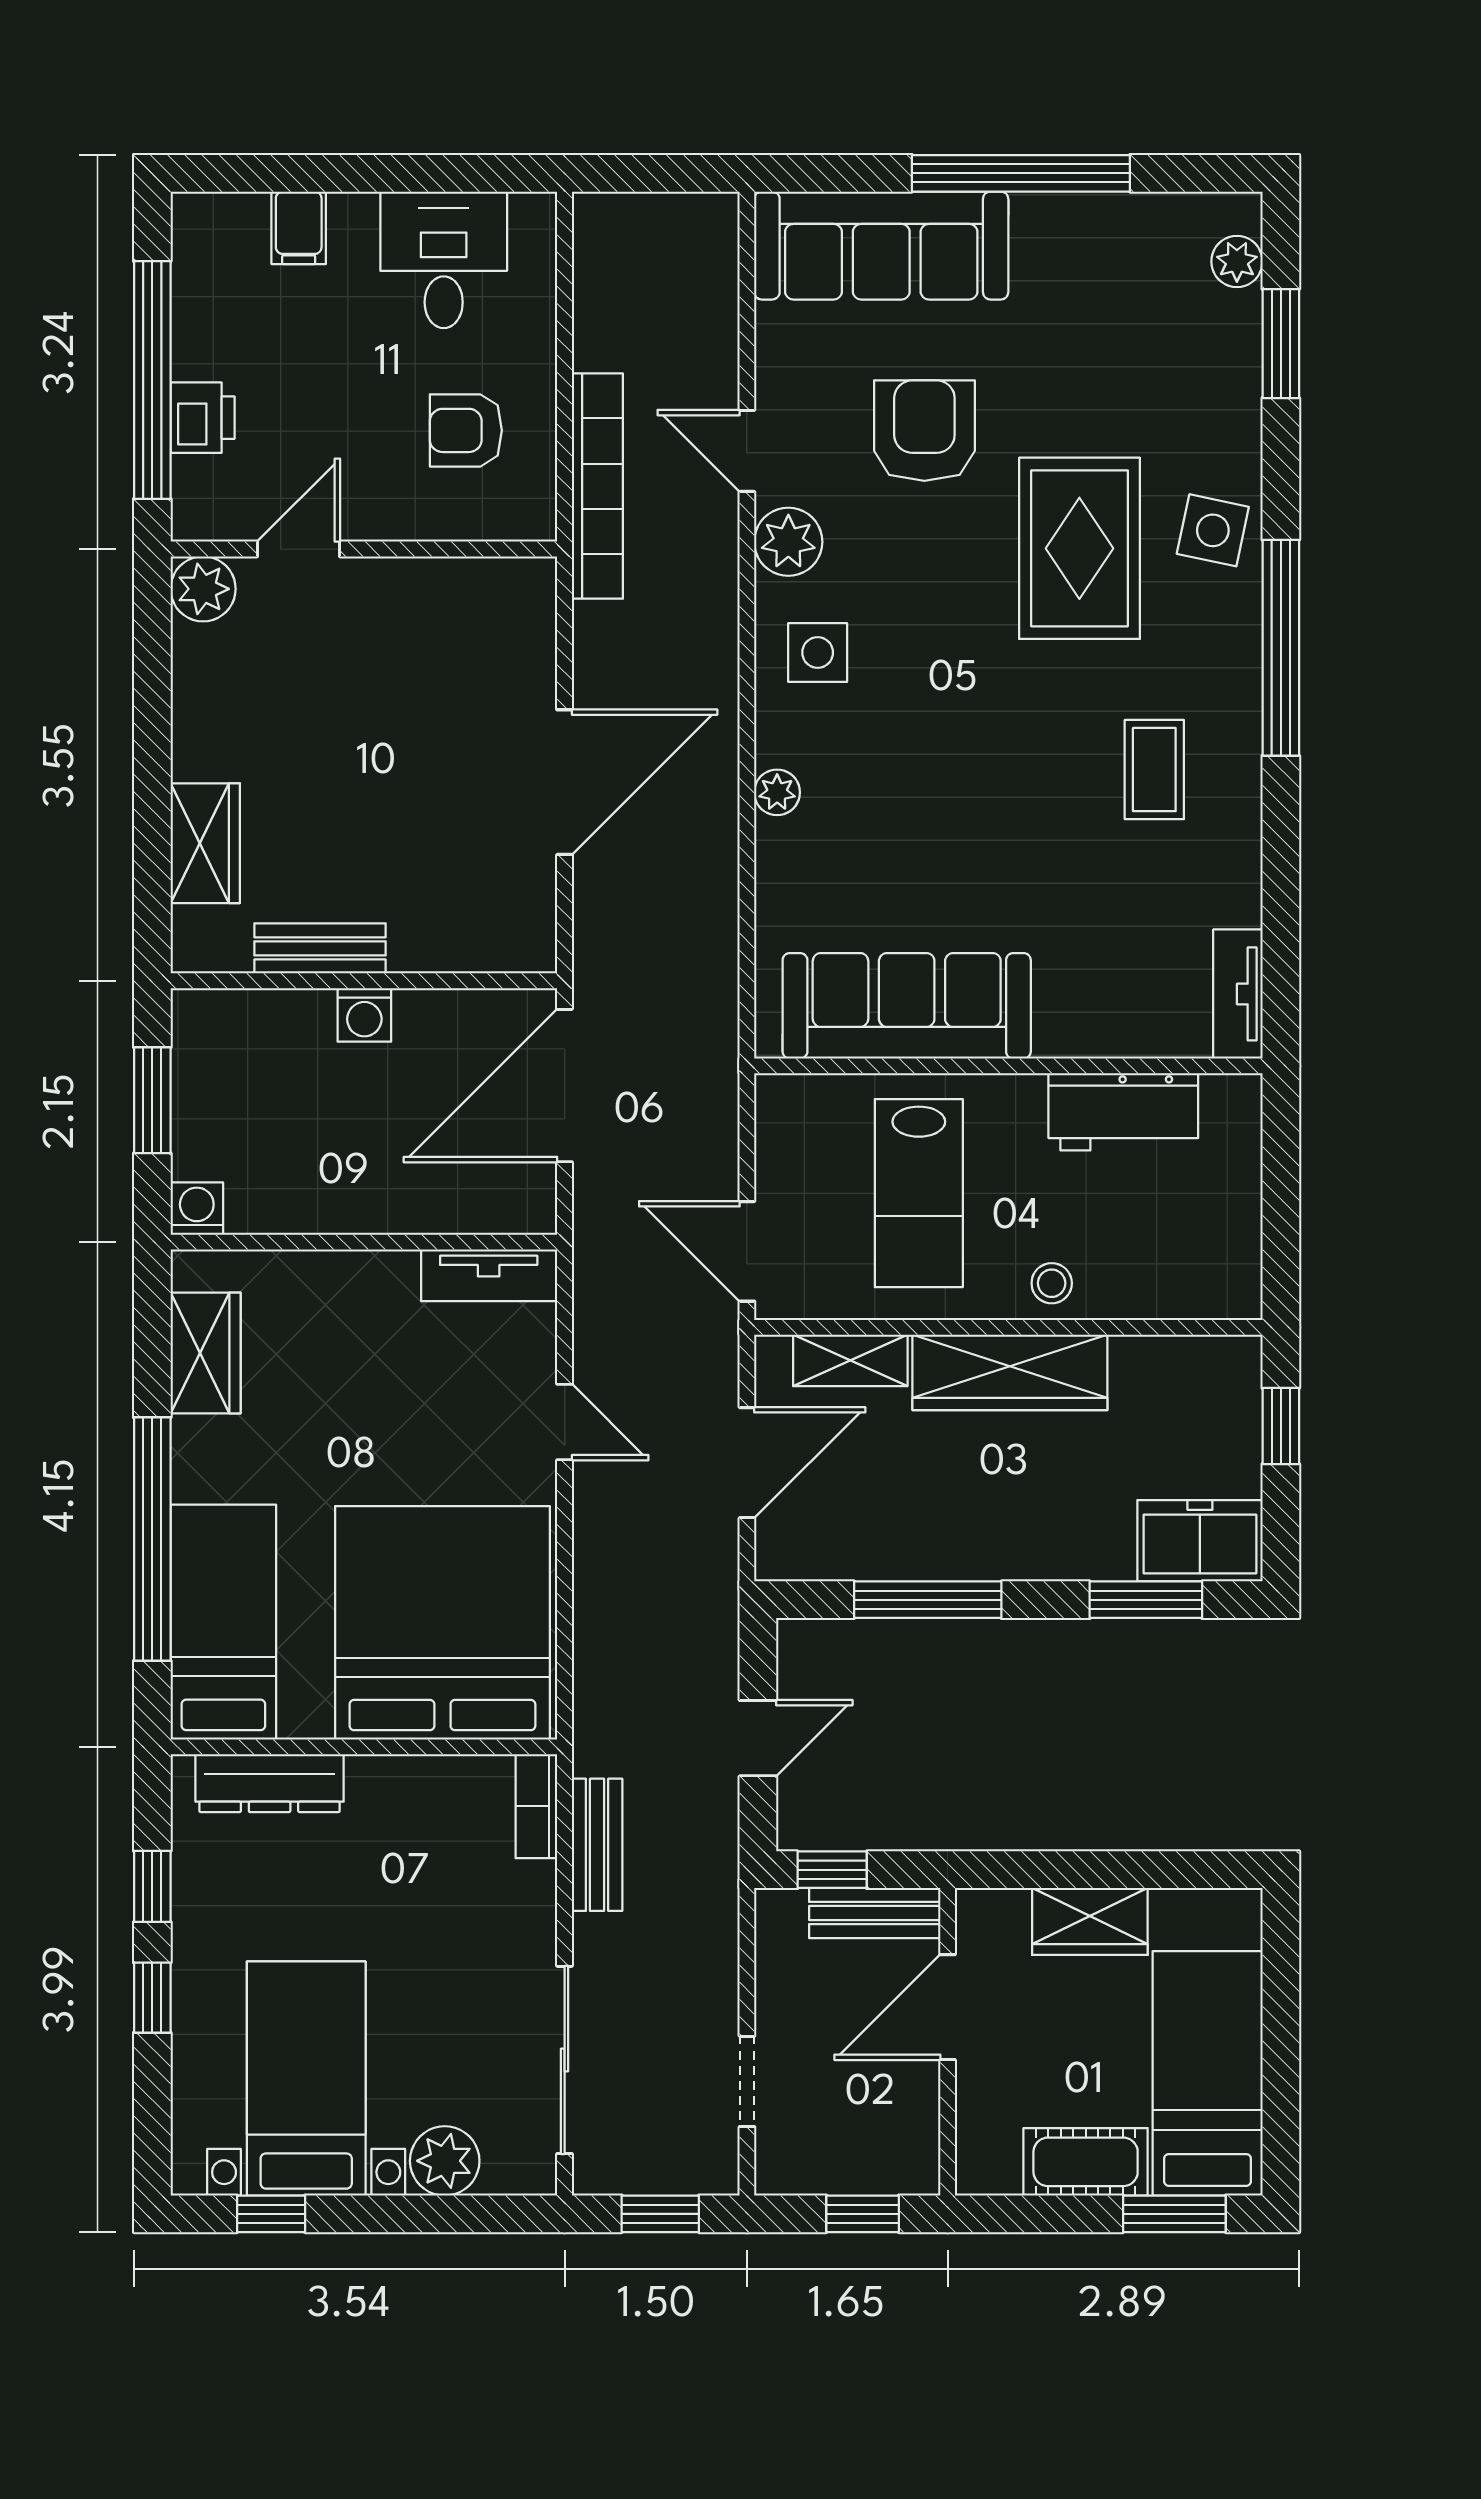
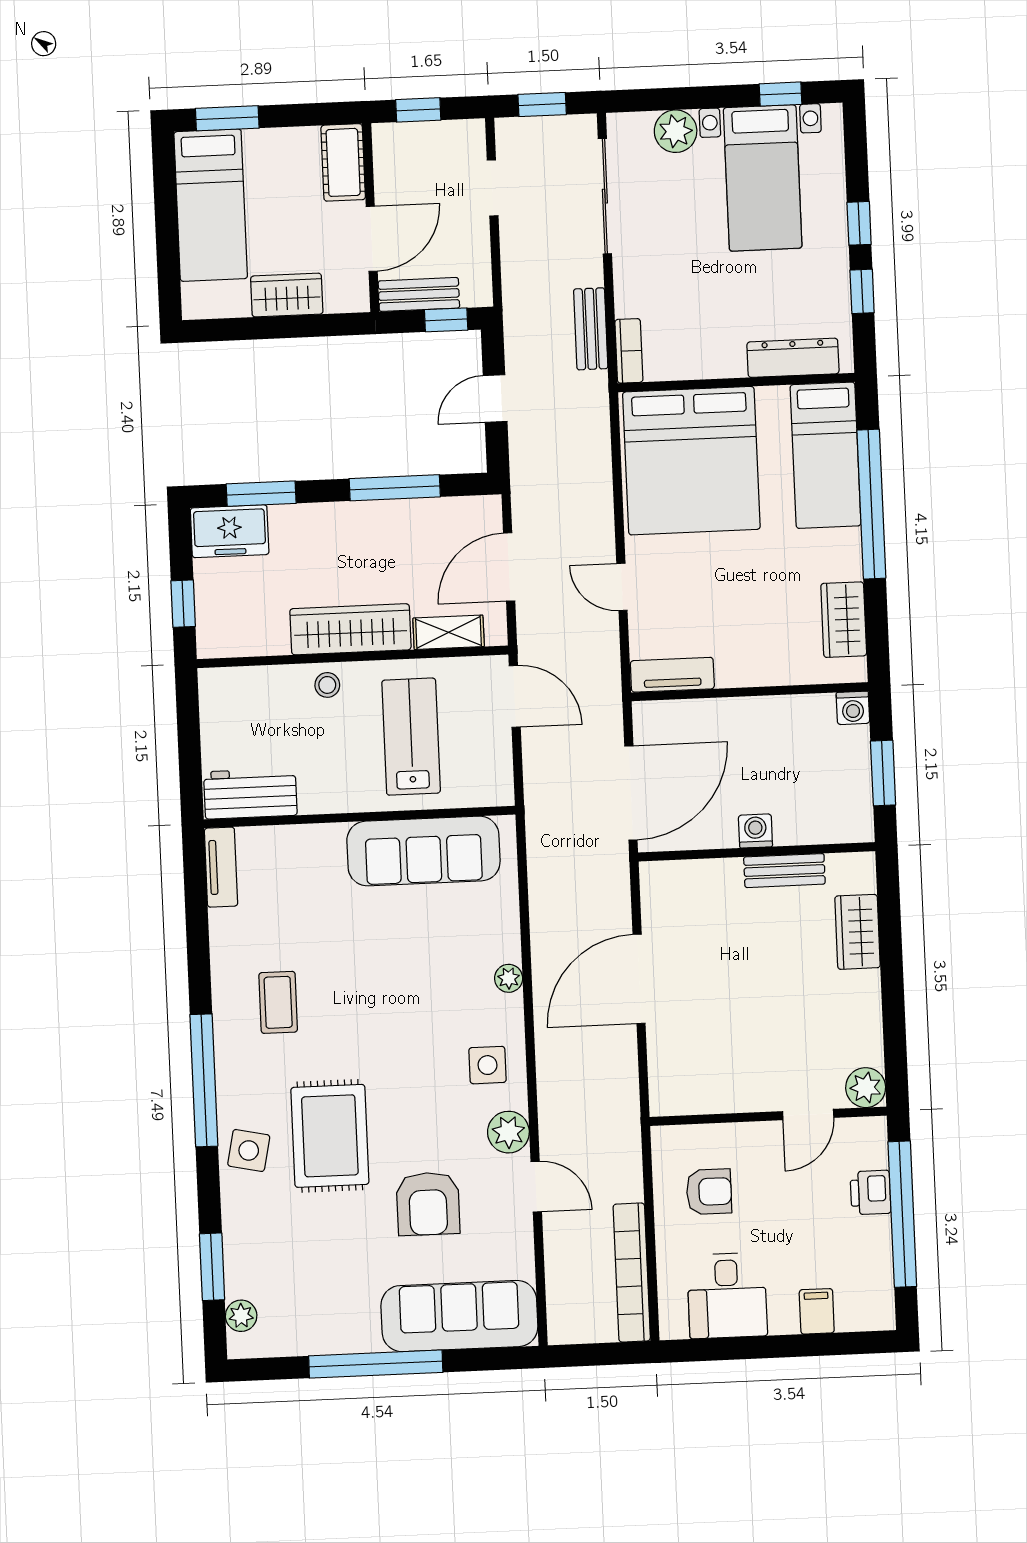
bookcase: (597, 486) -> (632, 1273), moved
workbench: (1123, 1112) -> (250, 794), moved
cot: (1086, 2162) -> (343, 162), moved, turned 90

